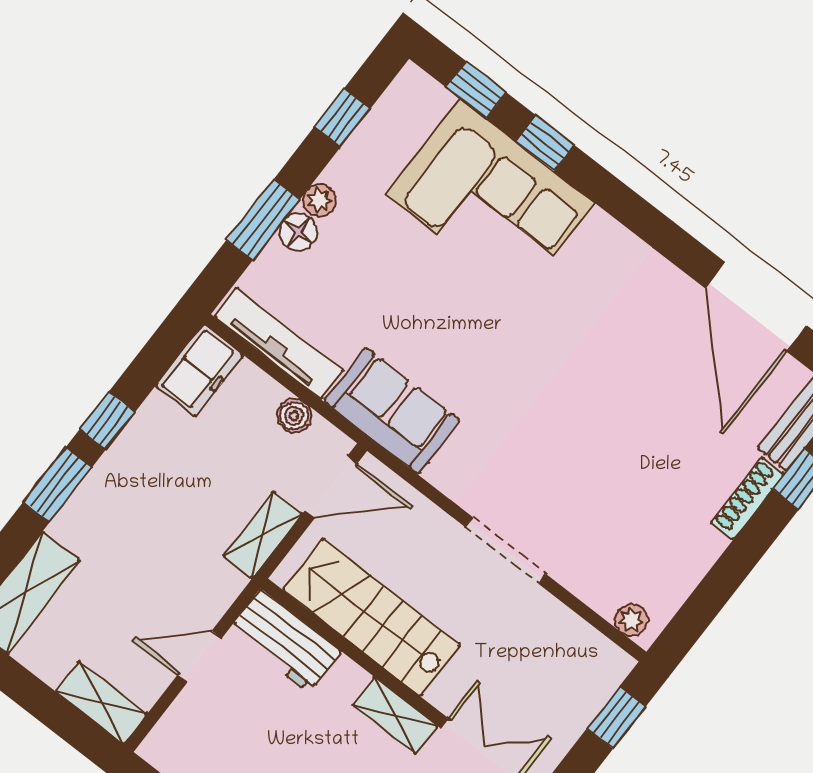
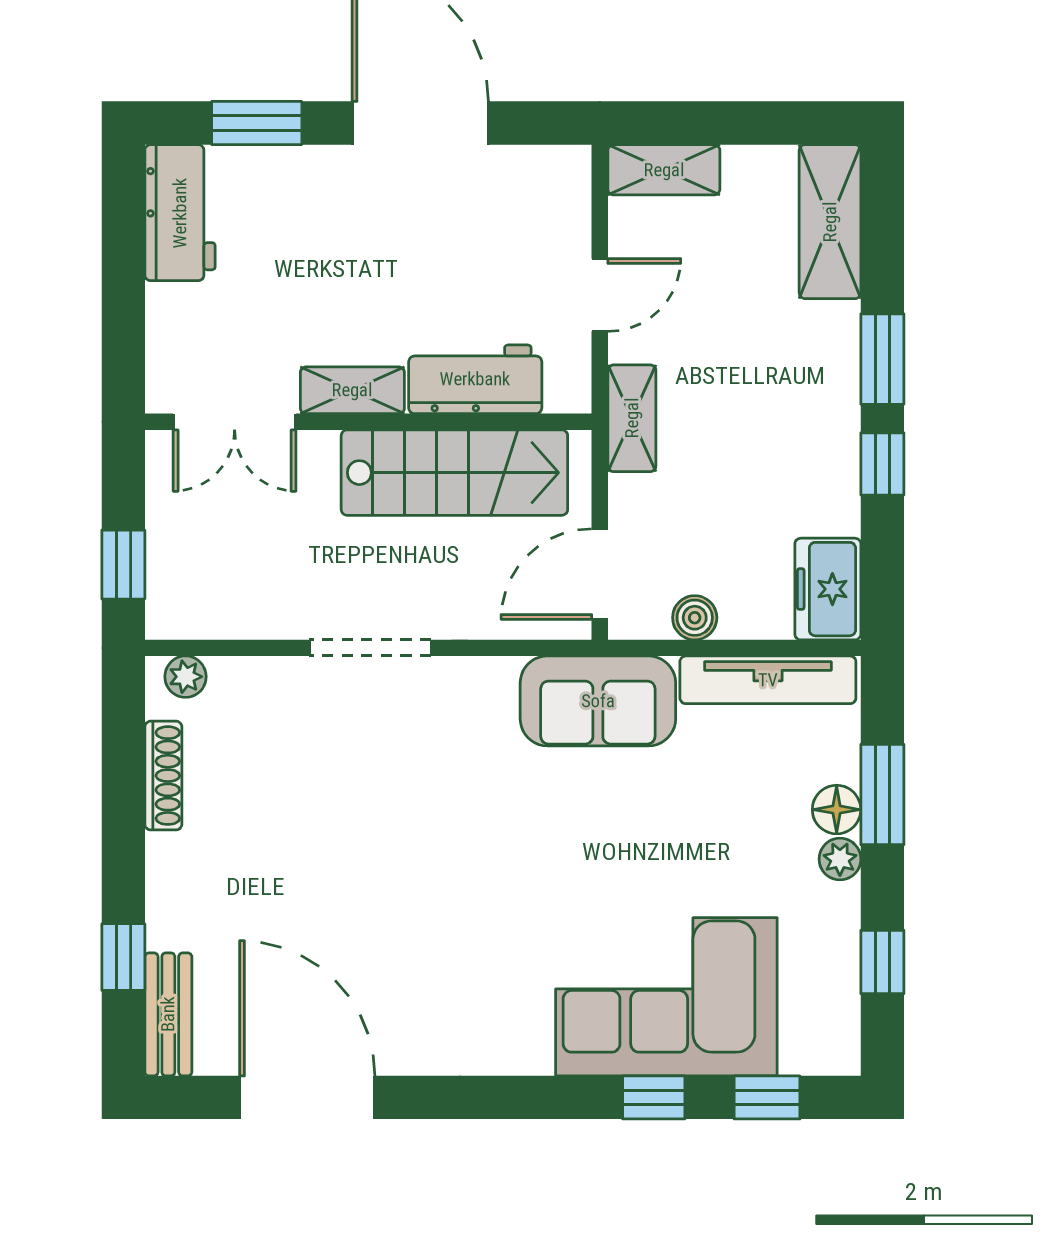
shoe rack: (747, 498) -> (163, 776), moved
shelving: (263, 535) -> (632, 418), moved
workbench: (285, 641) -> (475, 379), moved

